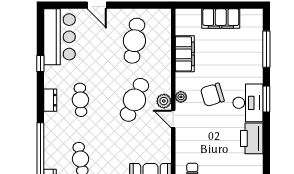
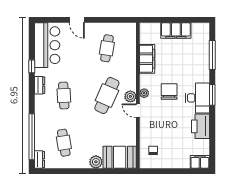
cafe table: (134, 41) -> (107, 48), width x0.73, depth x0.74
chair: (212, 95) -> (169, 91), turned 107
dresser: (50, 100) -> (40, 85), moved

